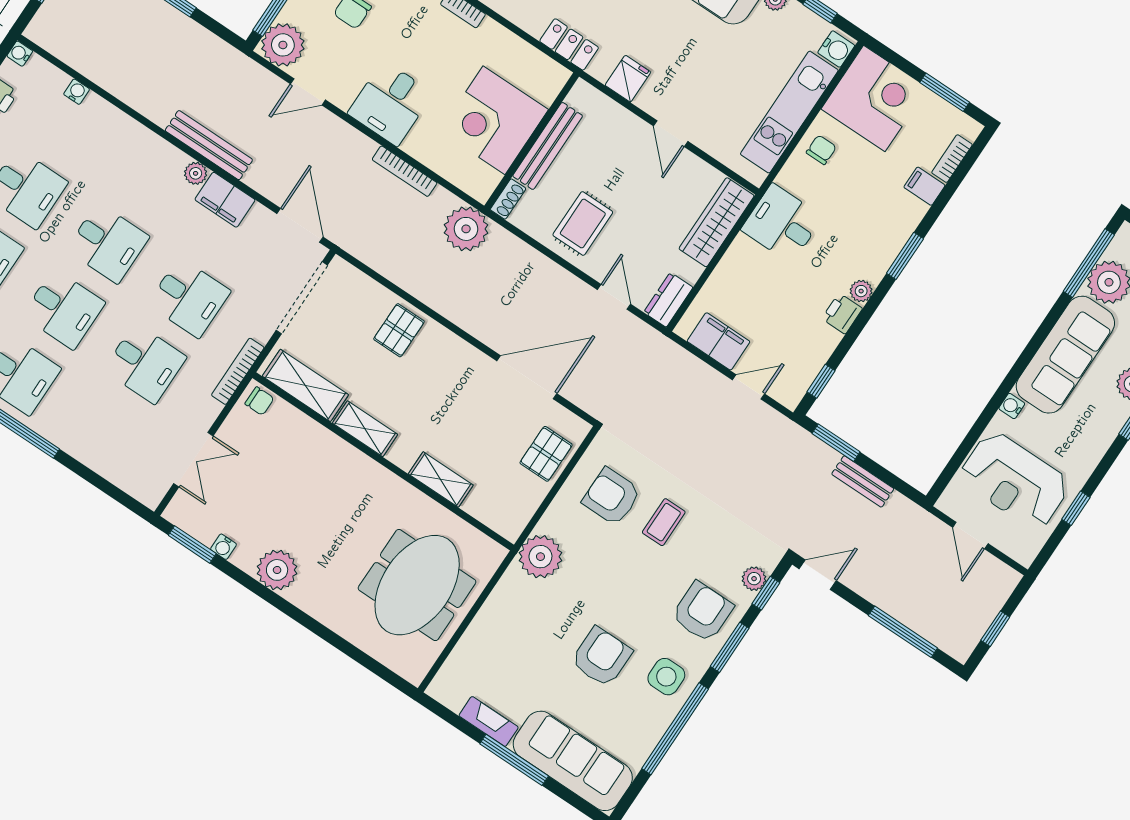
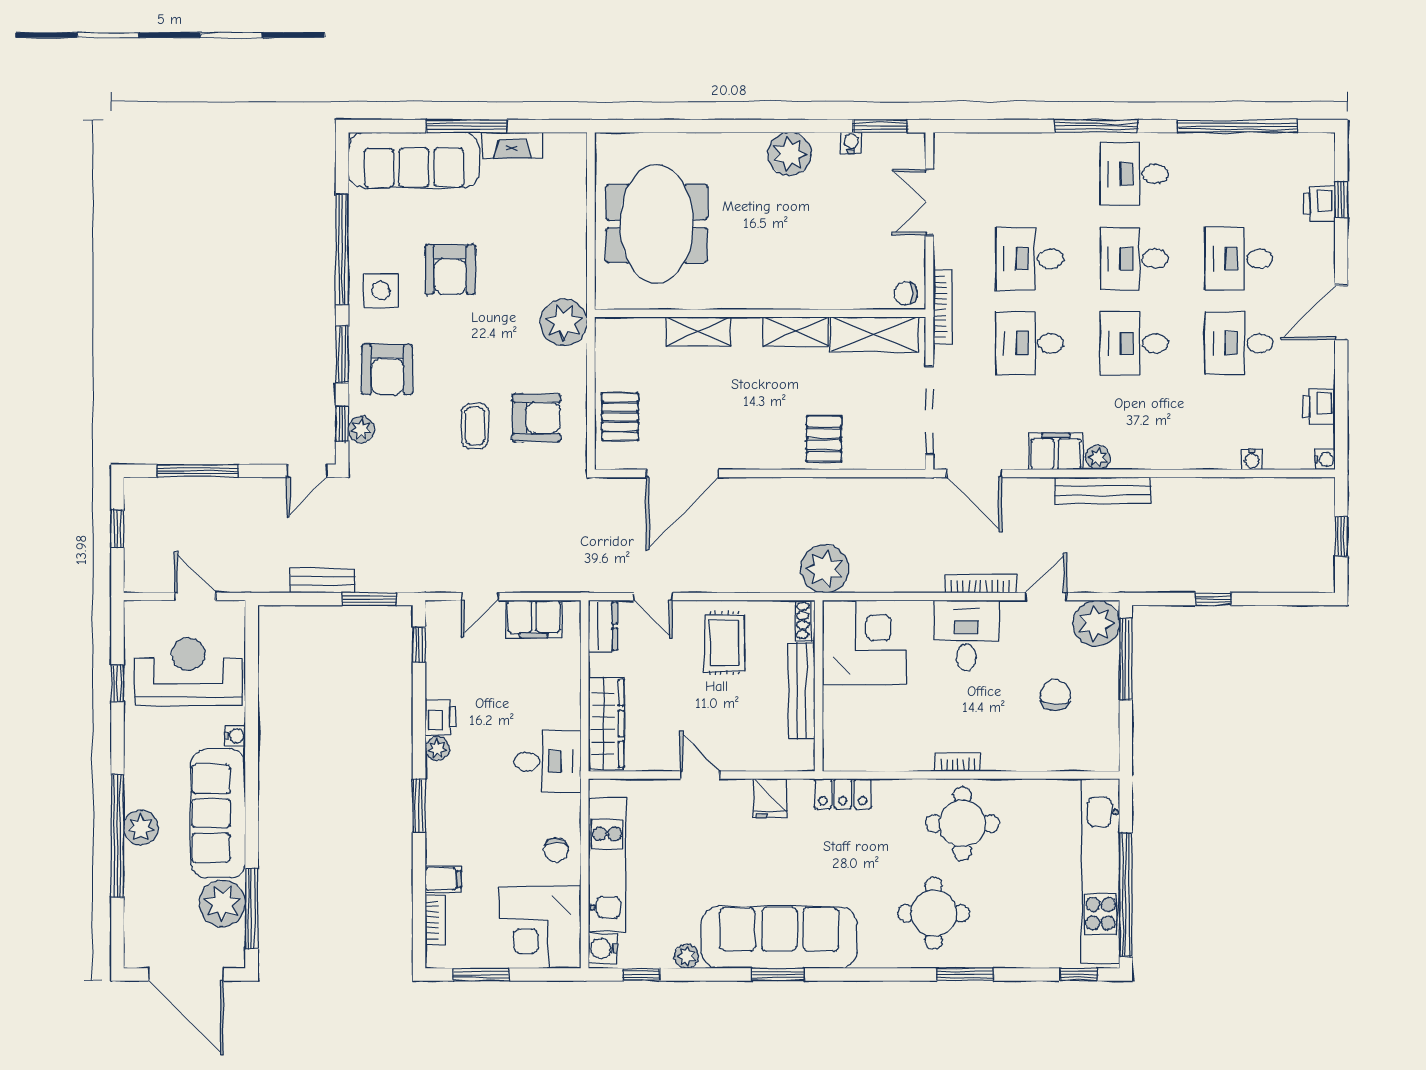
corner desk: (494, 120) -> (864, 642), moved
bookcase: (405, 171) -> (981, 584), moved

